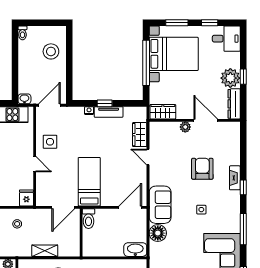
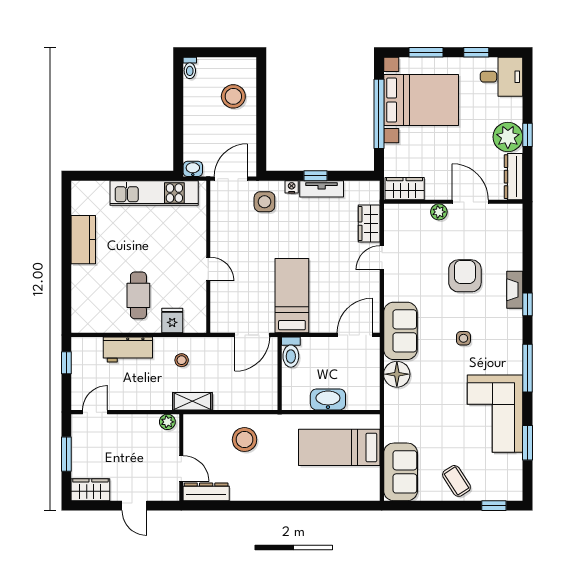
side table: (50, 142) -> (264, 202), moved
door: (148, 157) -> (382, 258), hinge flipped
fridge: (26, 198) -> (172, 321), moved
washbasin: (135, 250) -> (328, 399), moved
shelving: (45, 251) -> (192, 401), moved

